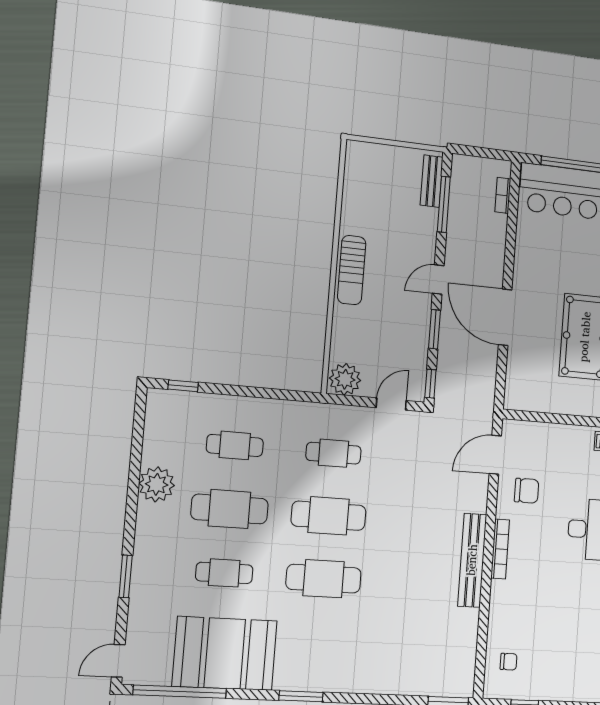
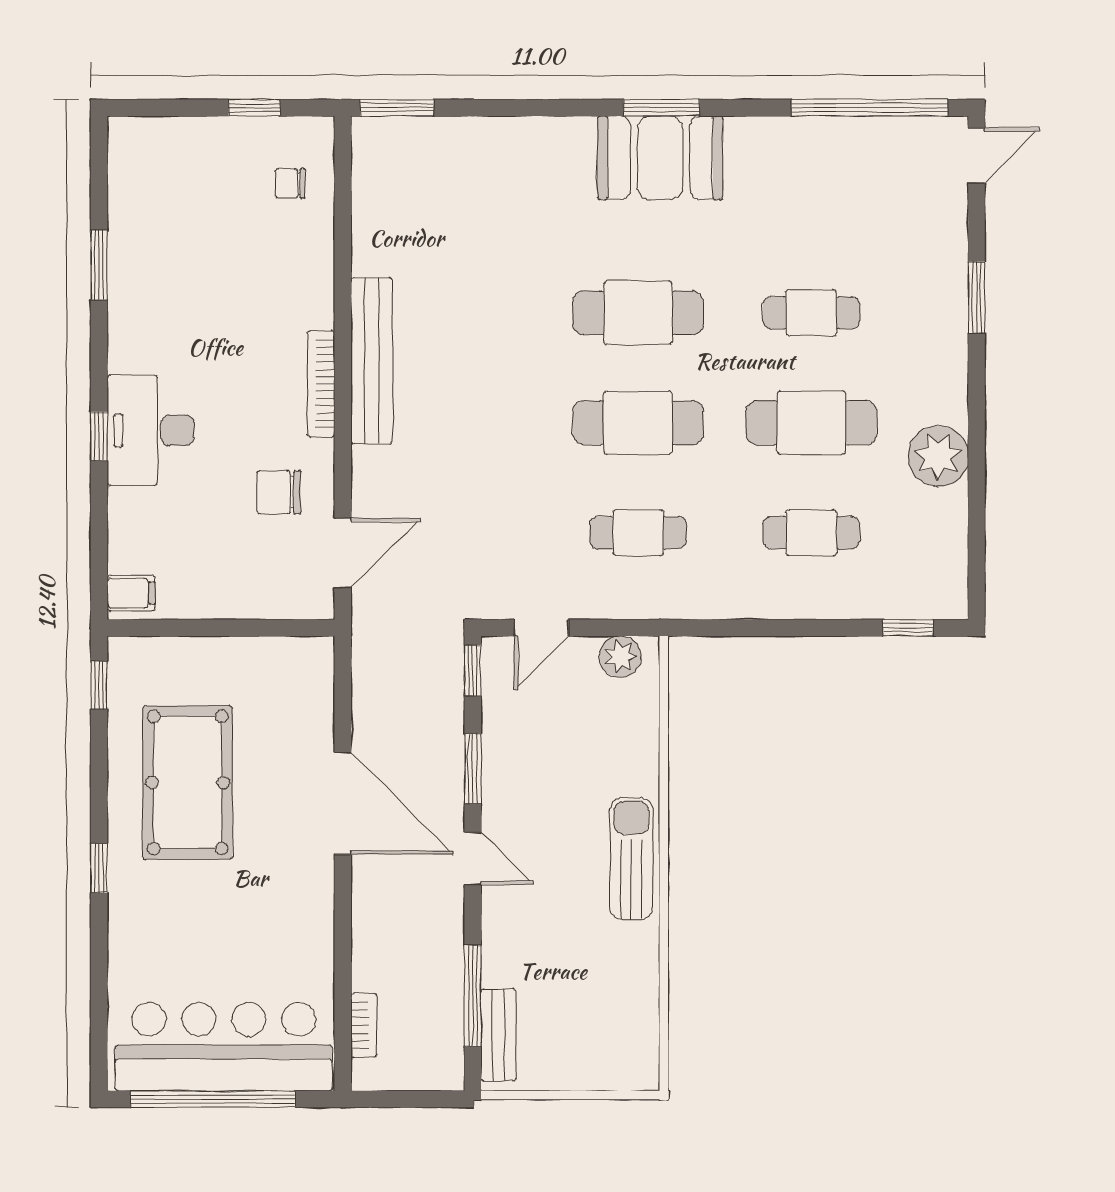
door: (438, 280) -> (473, 859), hinge flipped
plant: (345, 379) -> (620, 657), width x0.73, depth x0.73
booth: (225, 653) -> (660, 158), moved, width x0.73, depth x0.70

